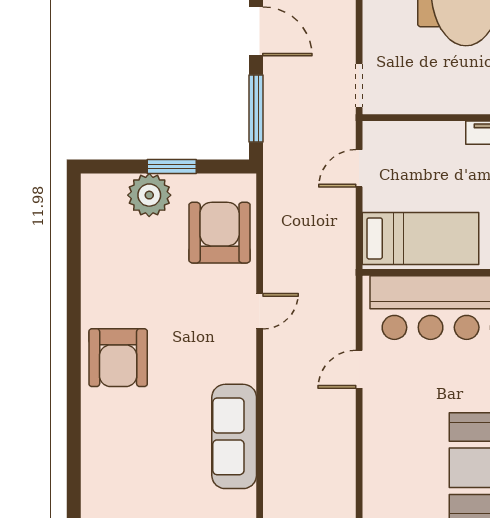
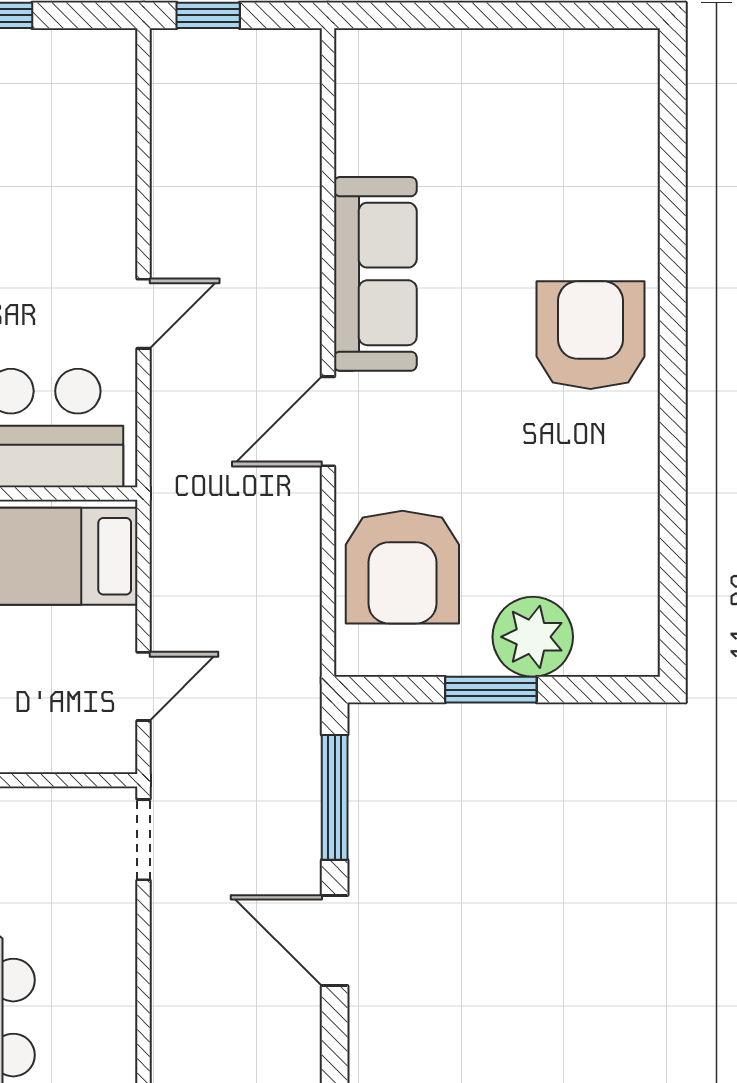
door: (260, 311) -> (328, 421), width x1.38
sofa: (234, 436) -> (375, 274), moved

